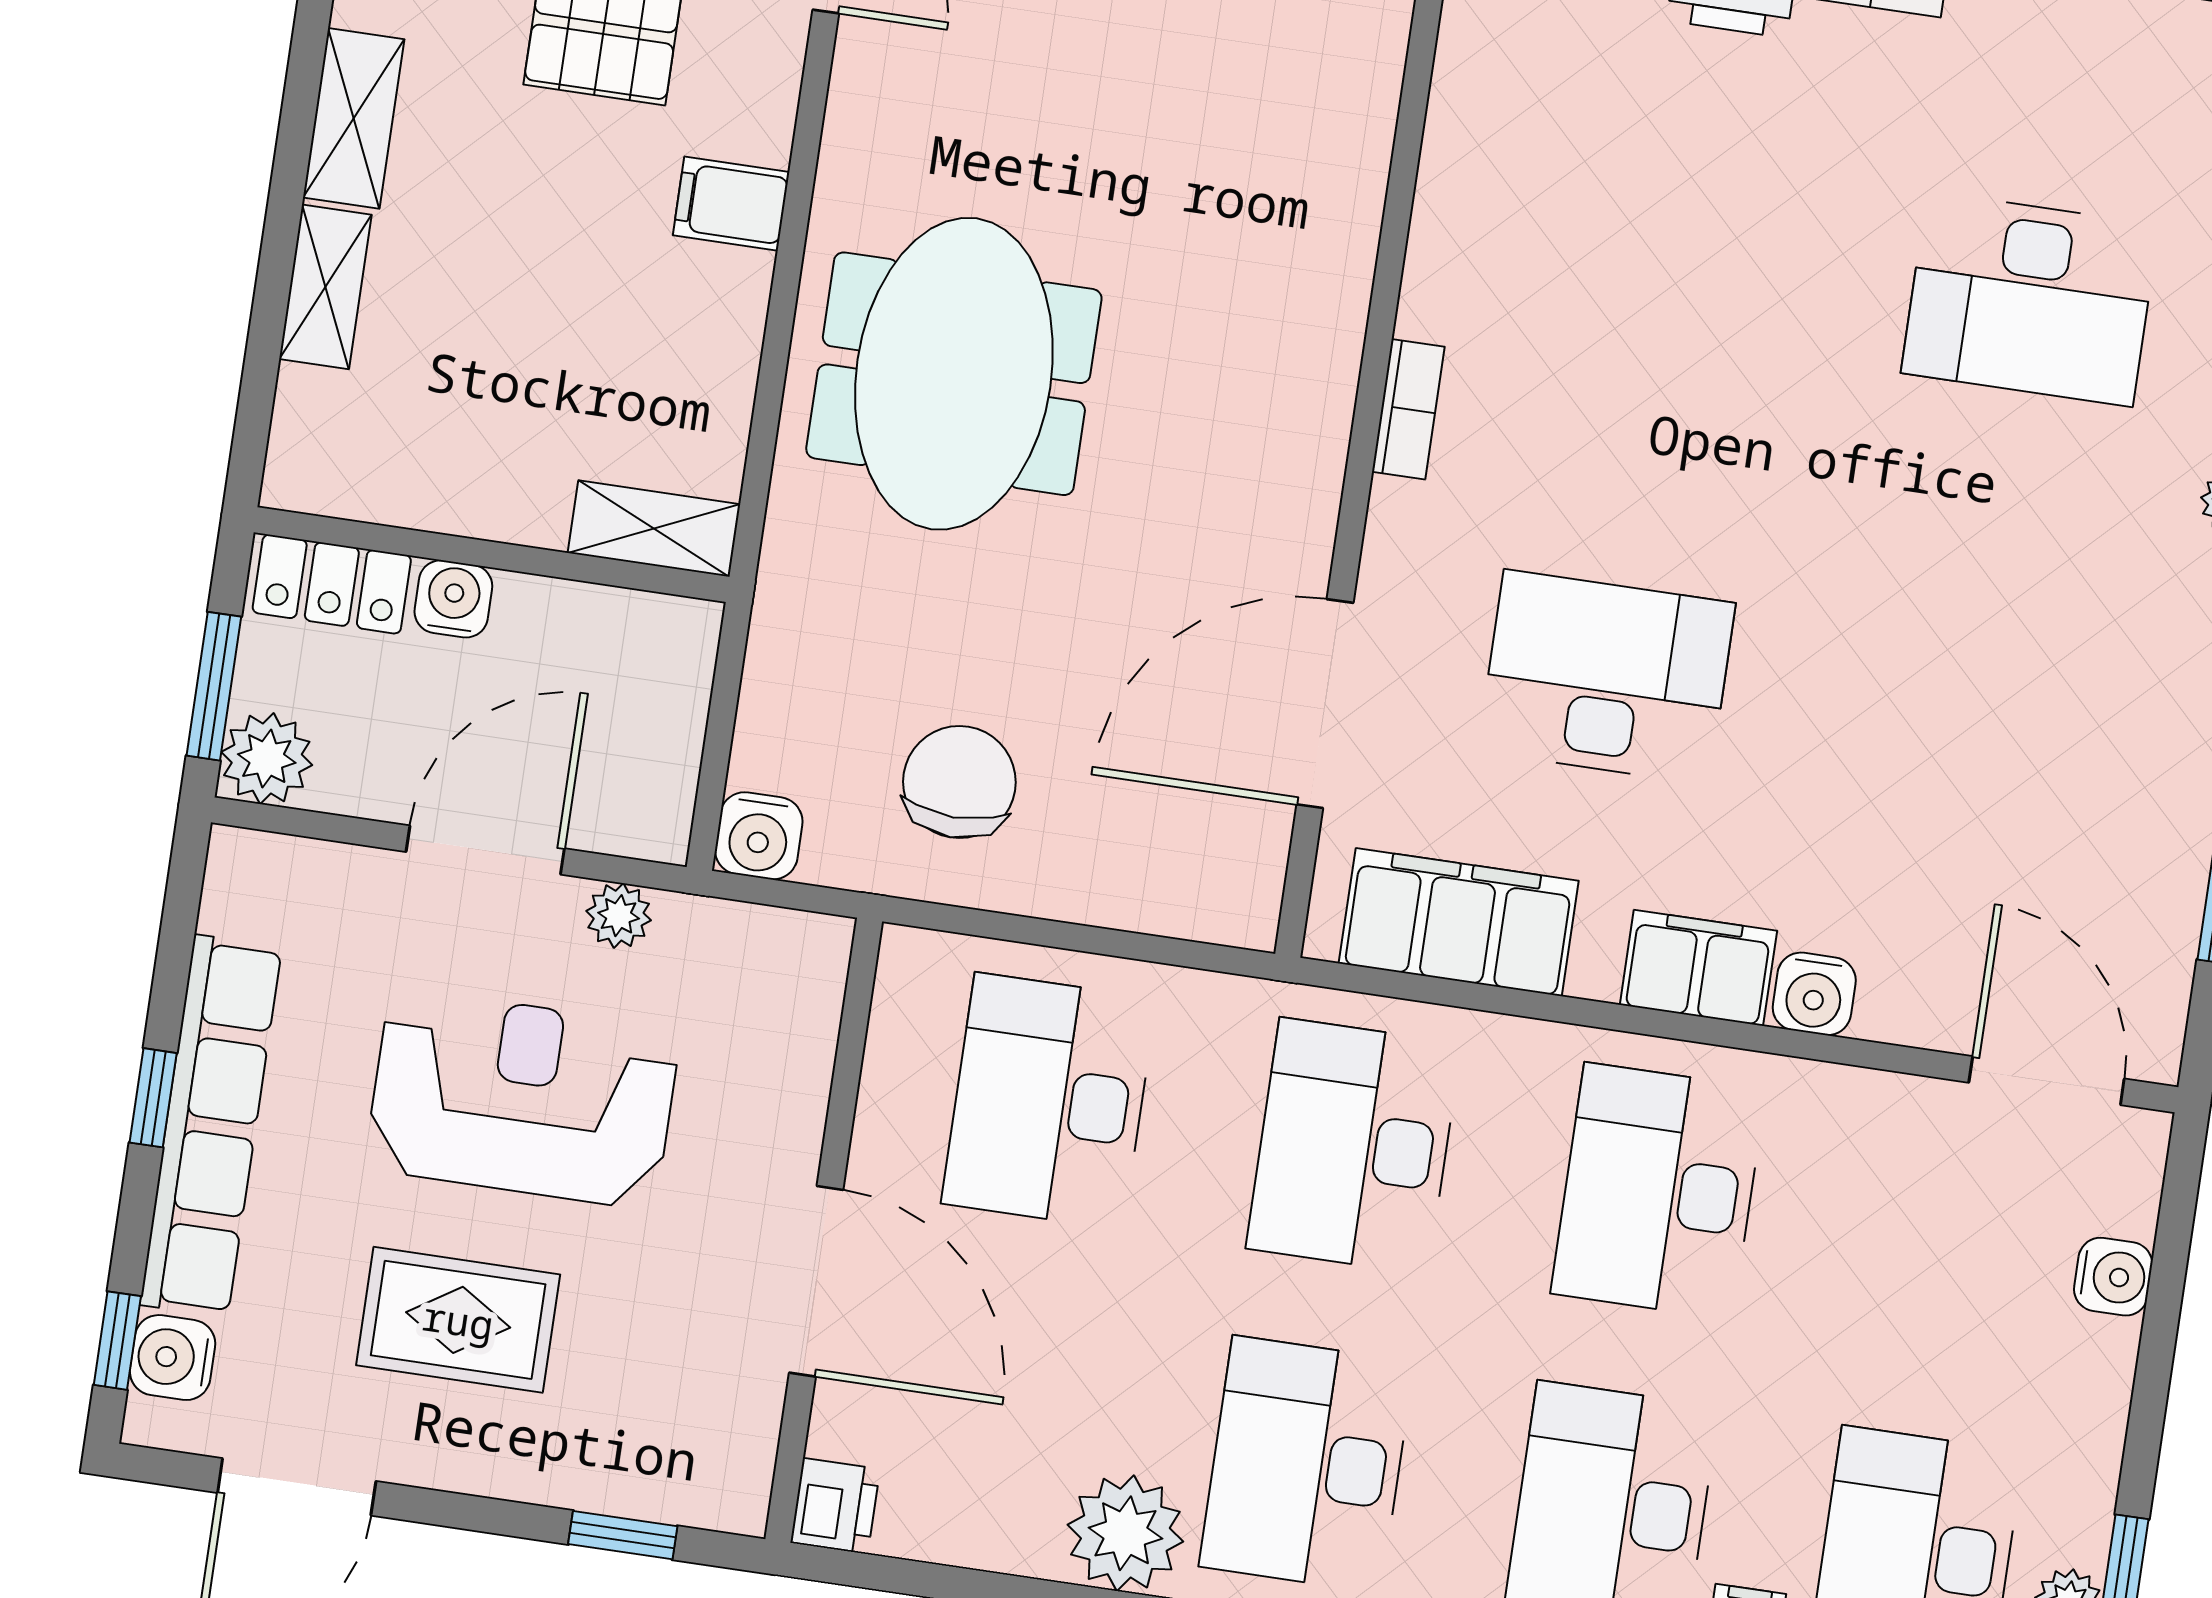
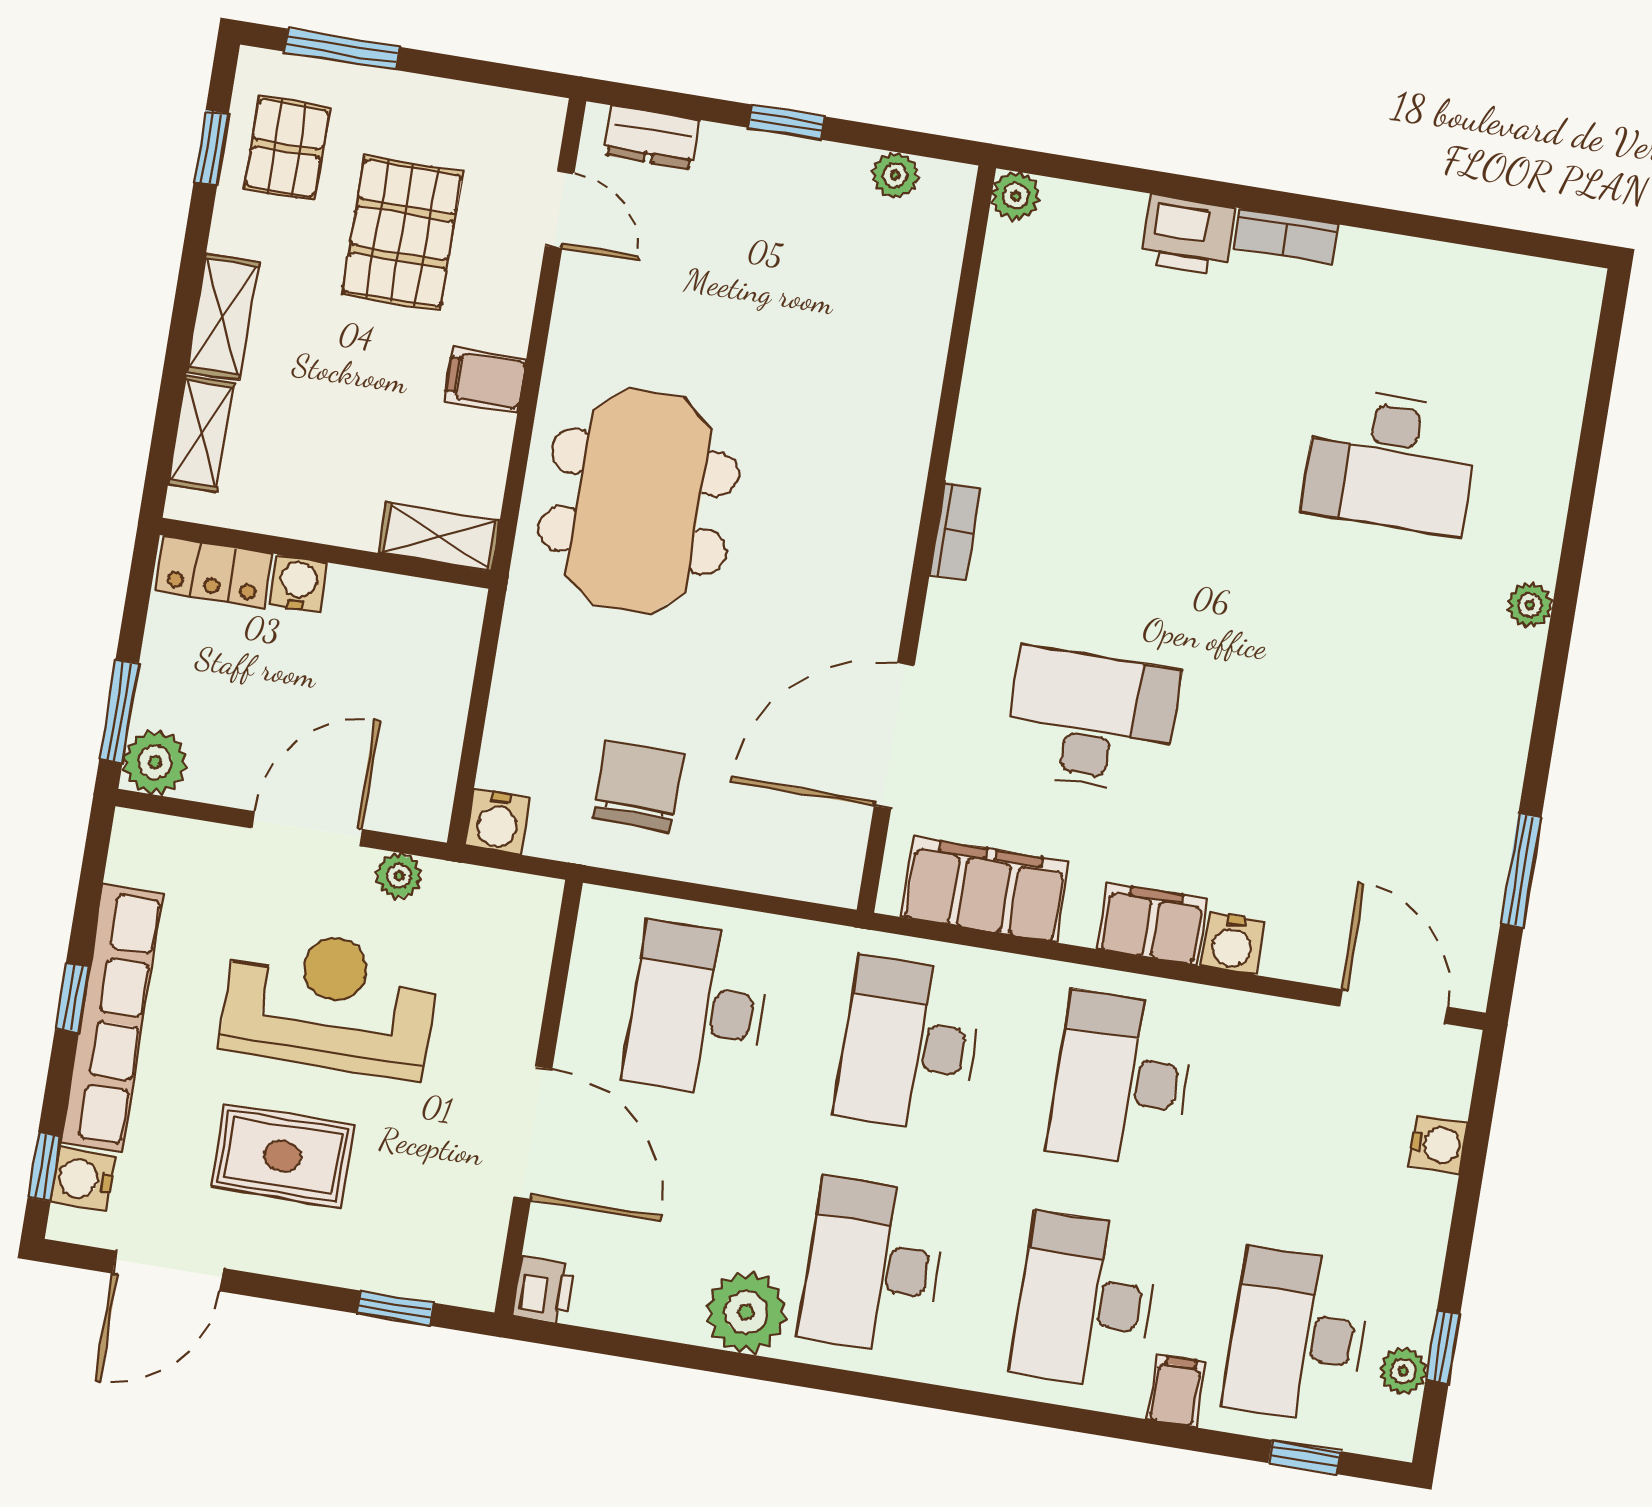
shelving: (654, 529) -> (439, 537), moved
wall: (492, 555) -> (326, 553), moved
locker: (332, 584) -> (214, 572), moved
water cooler: (453, 599) -> (298, 584), moved

